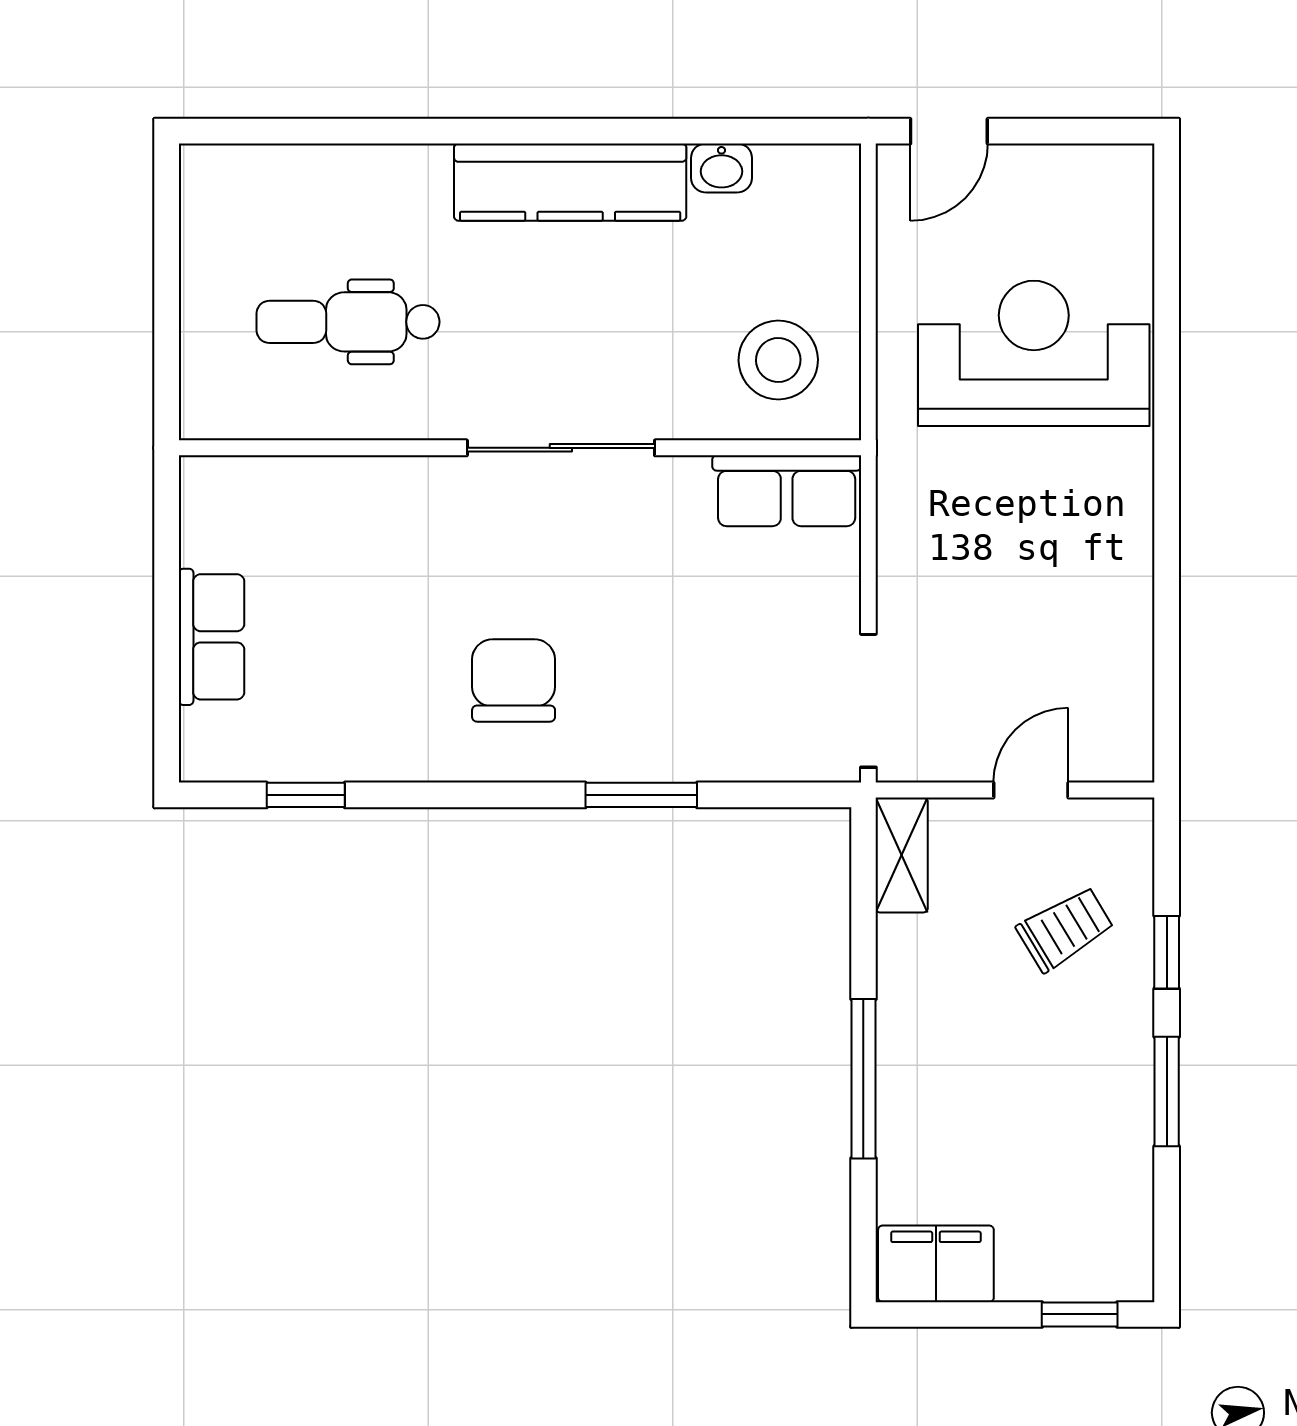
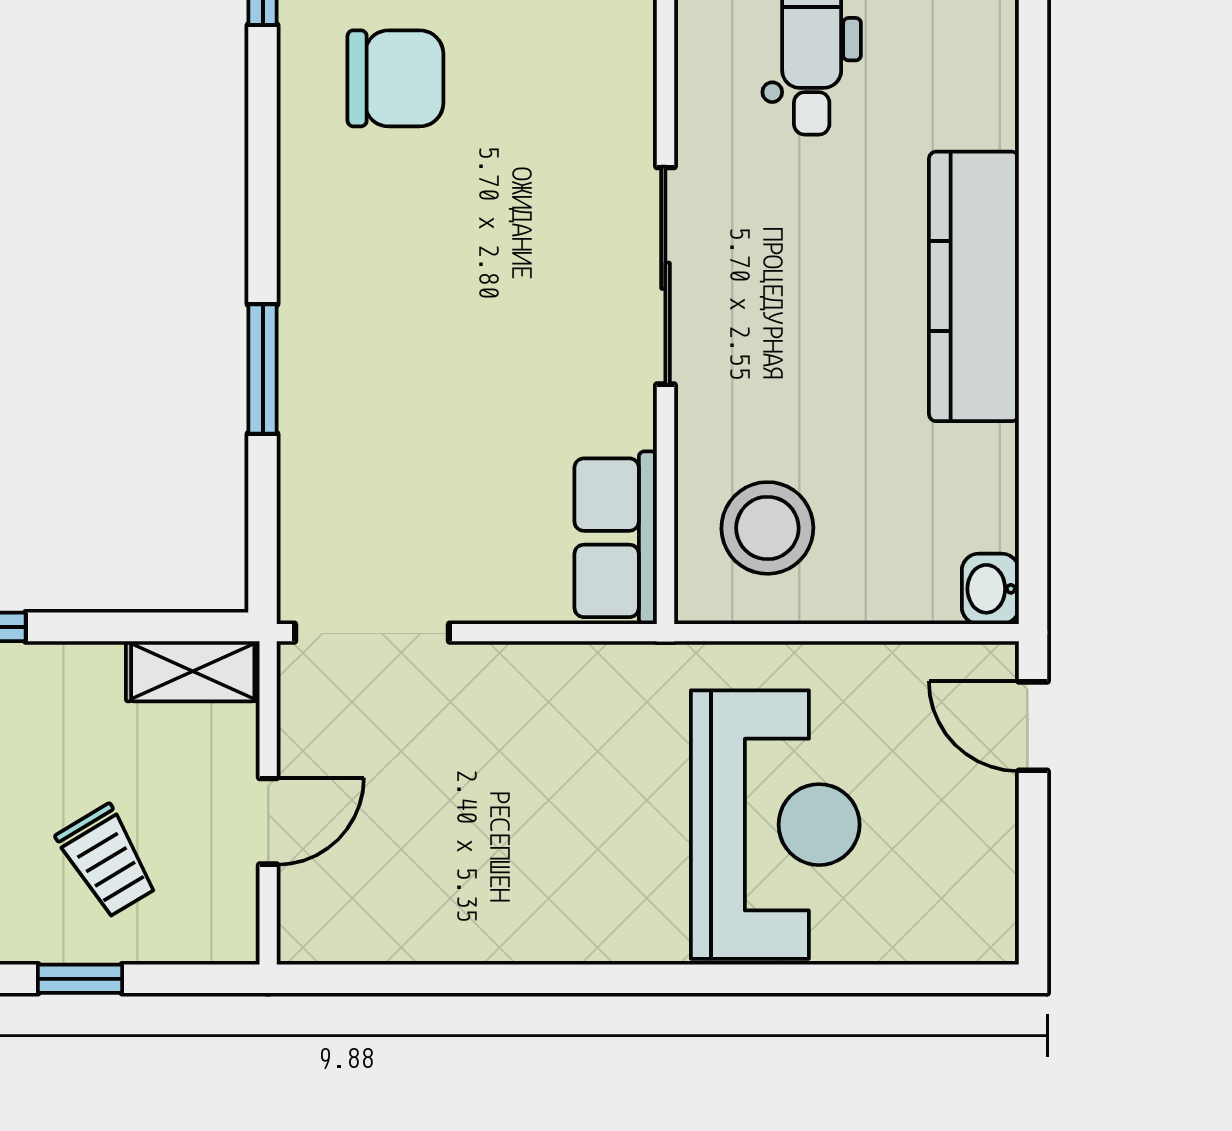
washbasin: (721, 168) -> (990, 589), moved
chair: (514, 680) -> (395, 78), moved
door: (1031, 790) -> (268, 821), hinge flipped

